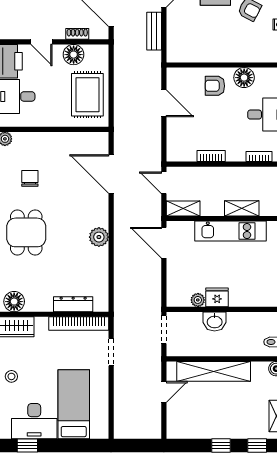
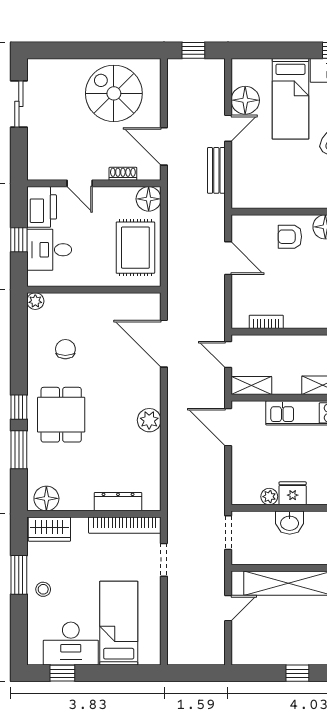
floor lamp: (74, 55) -> (149, 199), moved
bookcase: (211, 156) -> (266, 322), moved

